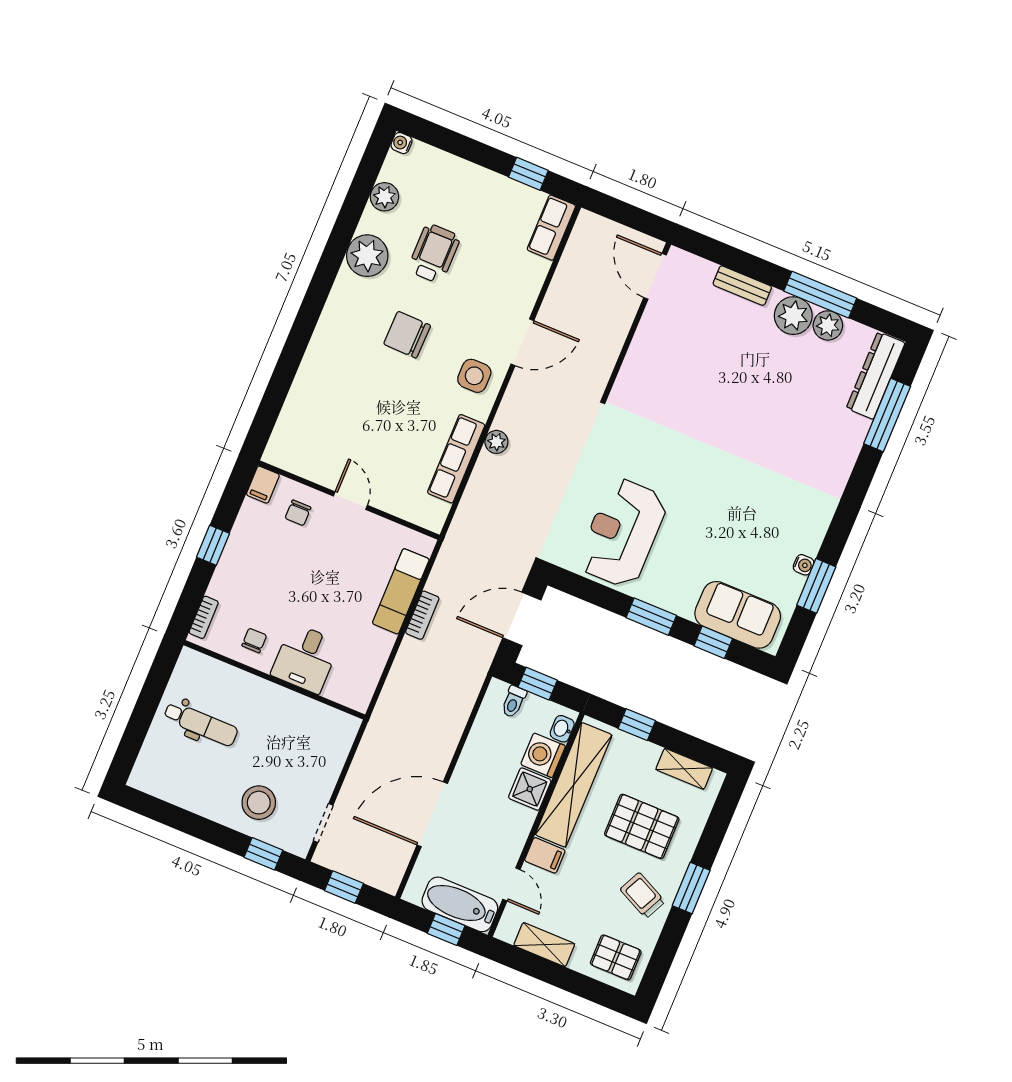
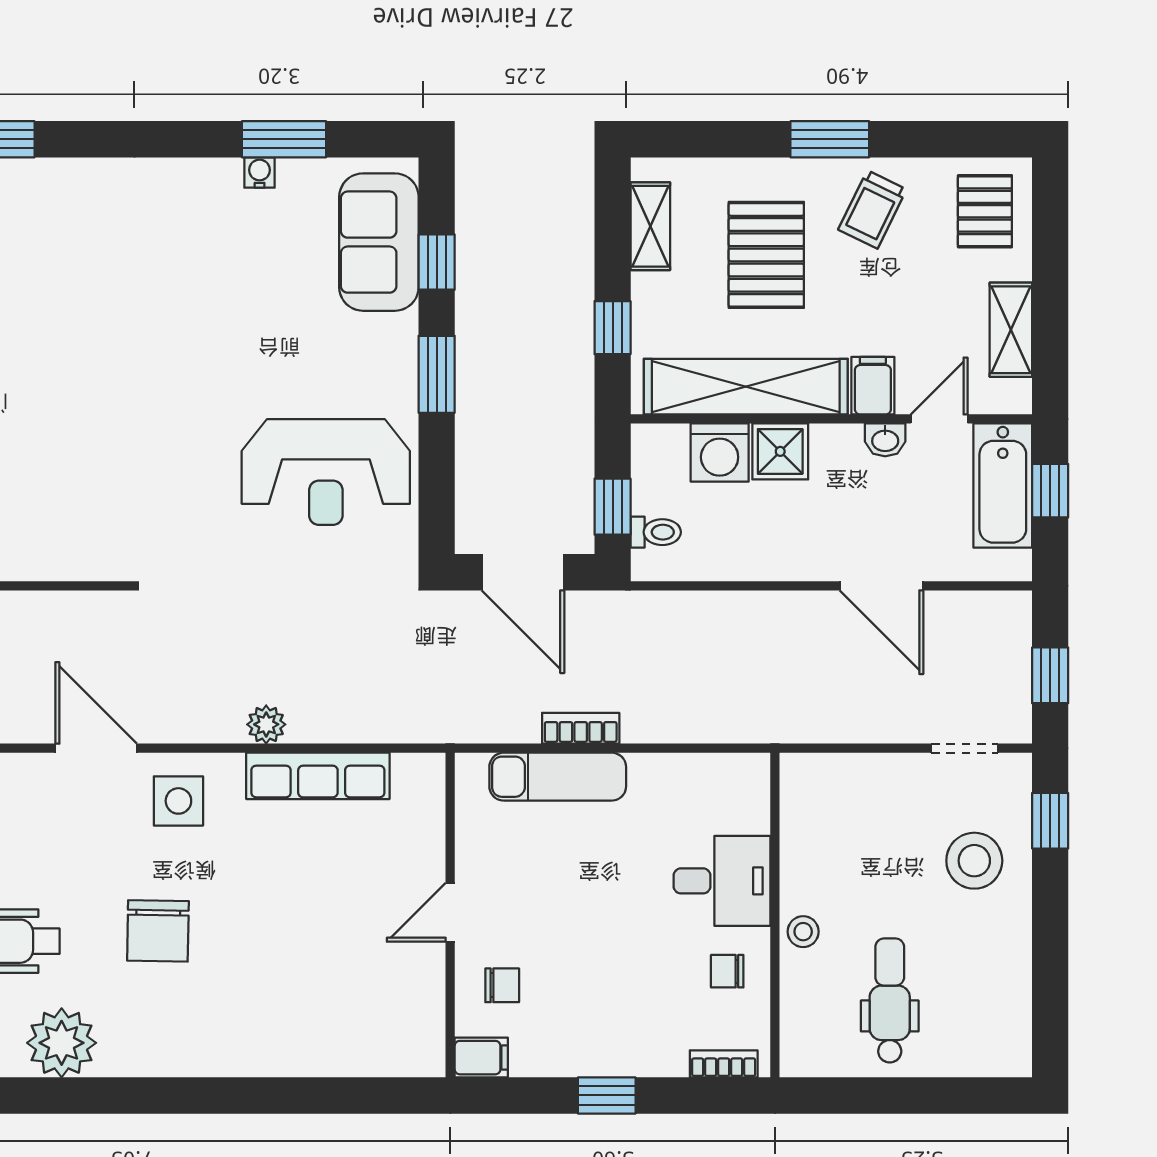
stool: (259, 692) -> (803, 932), added
washbasin: (562, 729) -> (885, 440), moved
door: (432, 814) -> (881, 586), width x0.73

